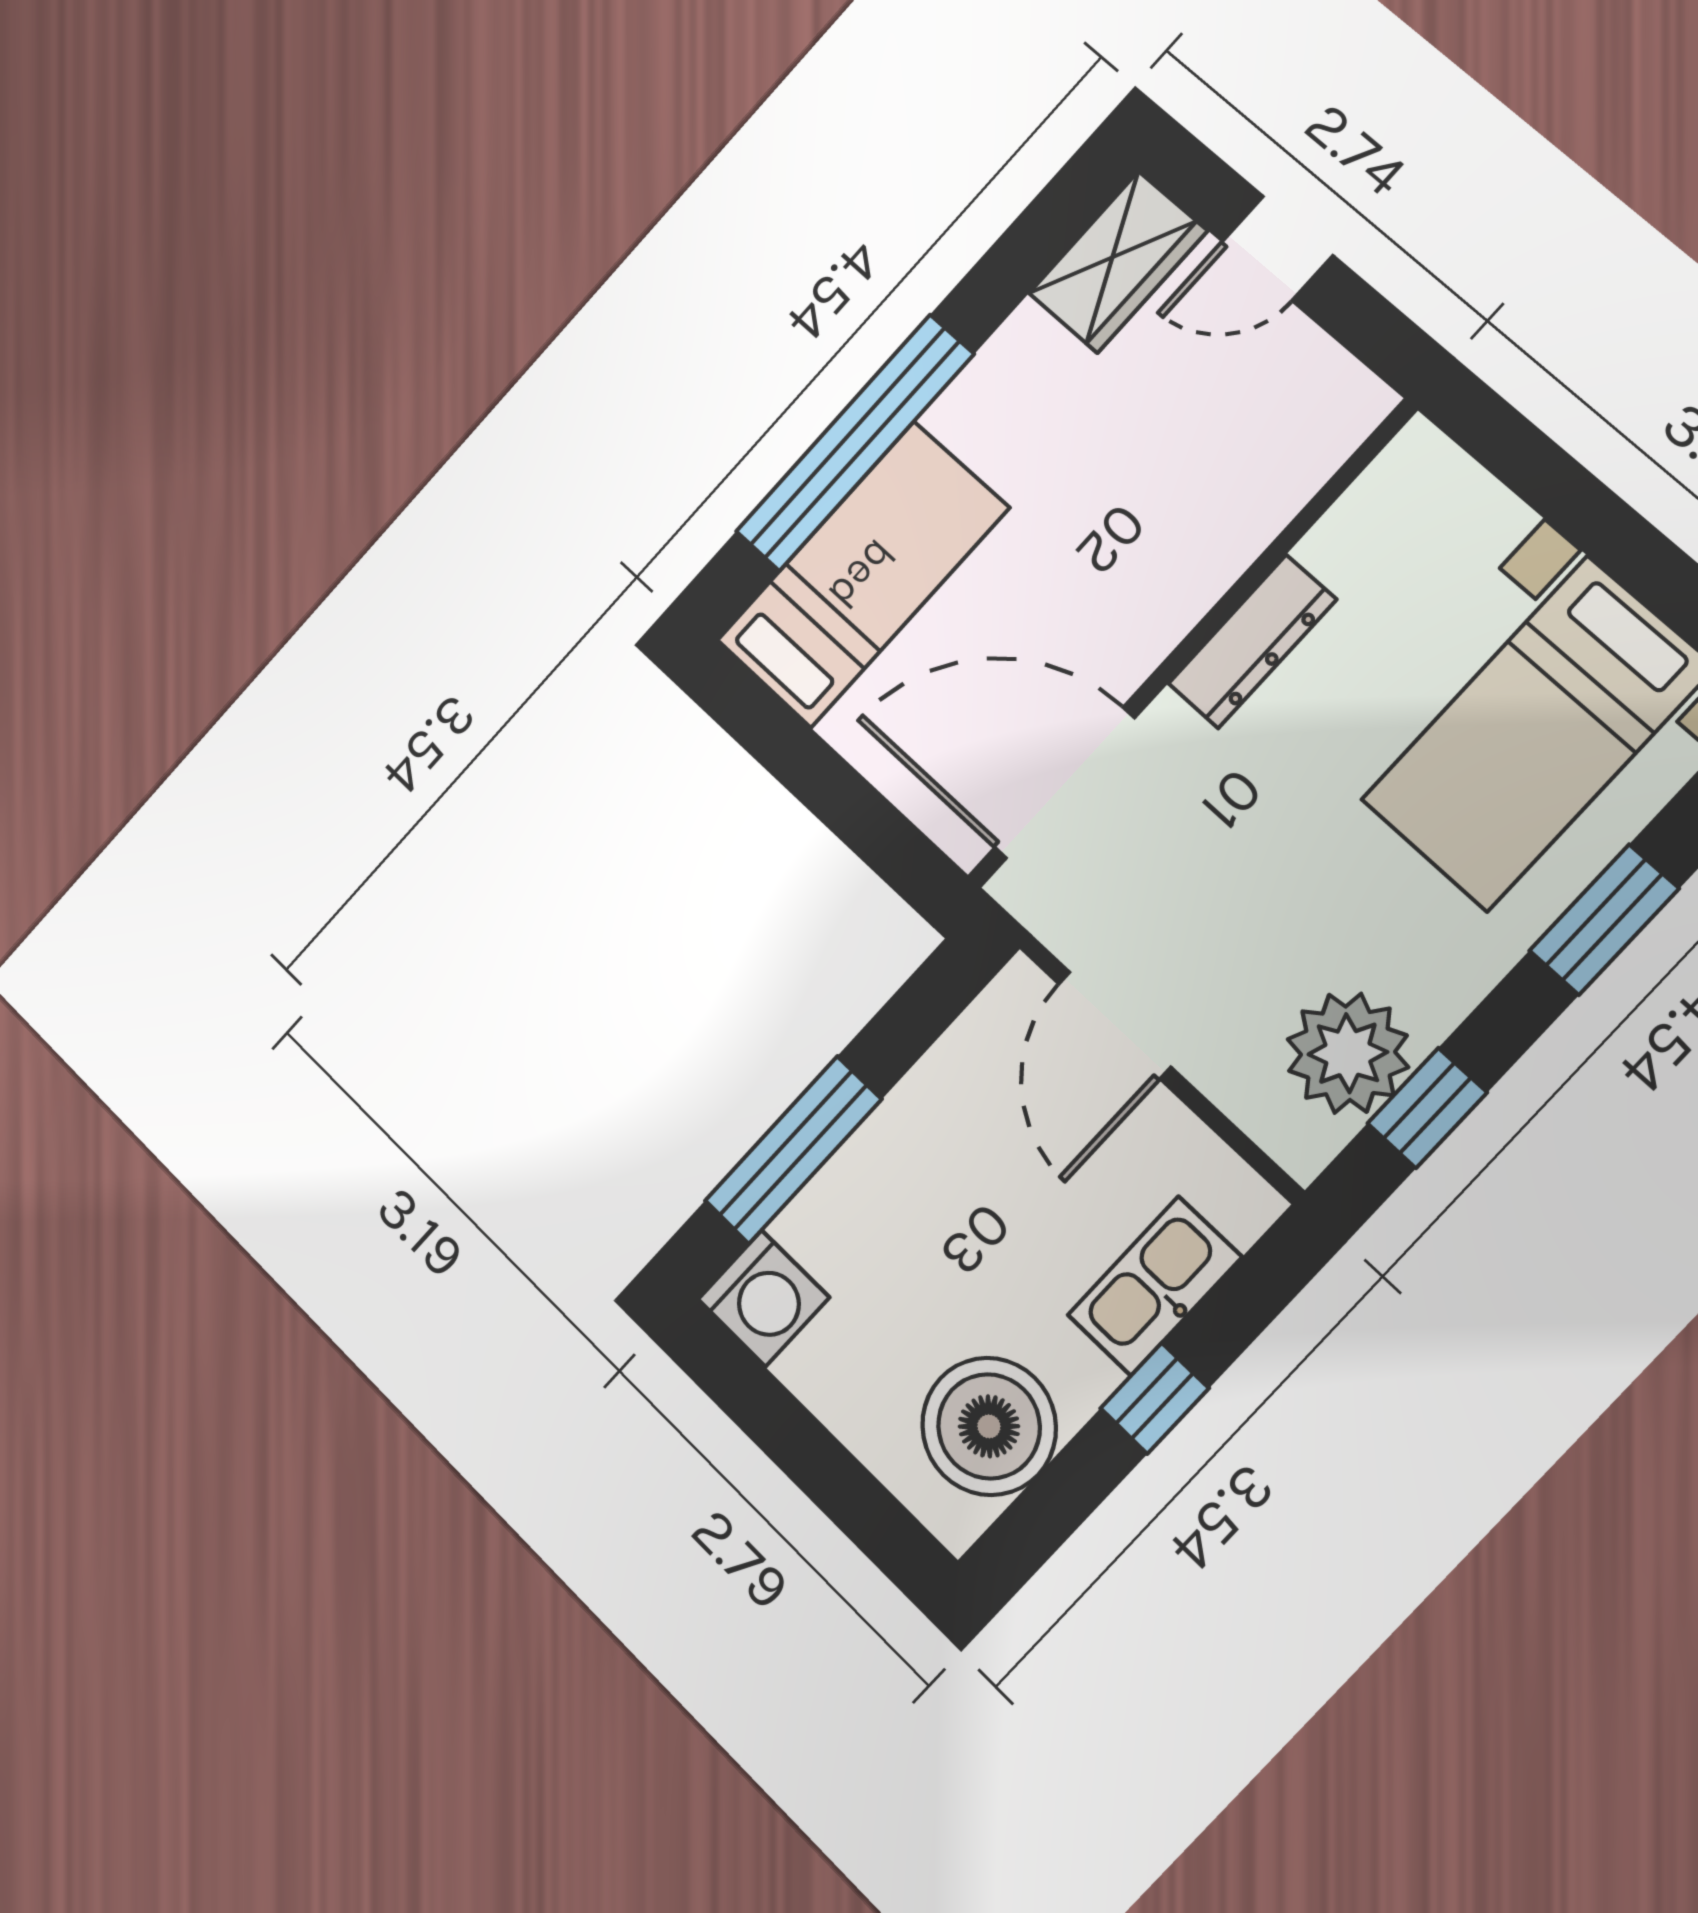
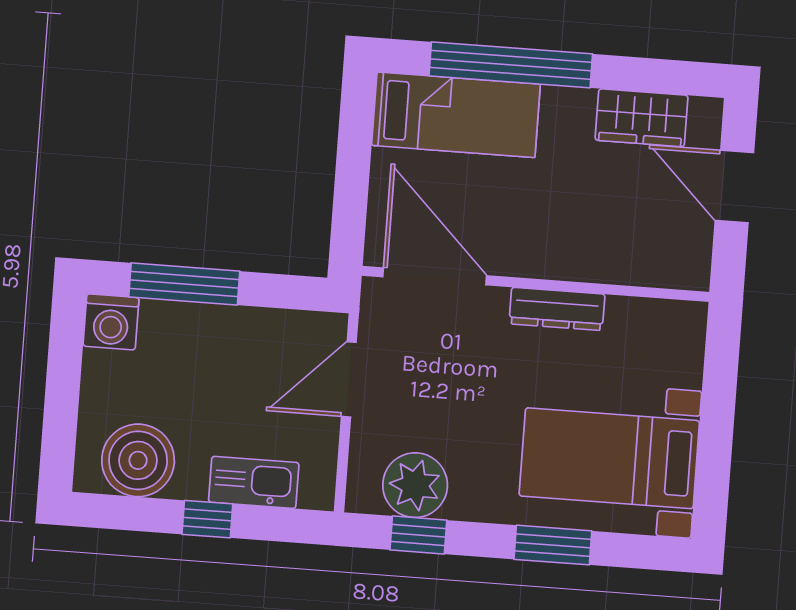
door: (1278, 248) -> (734, 186), width x1.38
wardrobe: (1118, 262) -> (642, 118), moved

